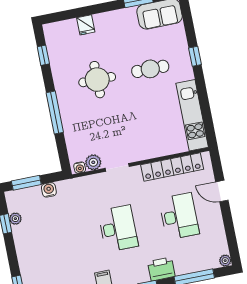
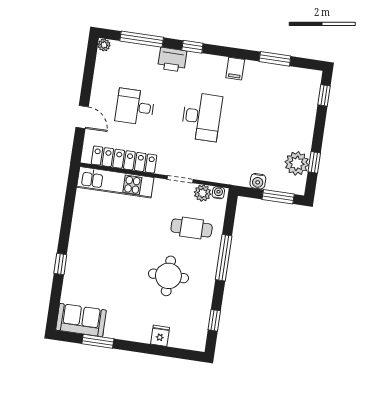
cafe table: (150, 69) -> (192, 228), moved
kitchen unit: (192, 115) -> (115, 182), moved, turned 90
desk: (179, 216) -> (135, 107), width x0.73
plant: (15, 219) -> (297, 163), width x1.87, depth x1.87
desk: (118, 228) -> (202, 117), turned 180

